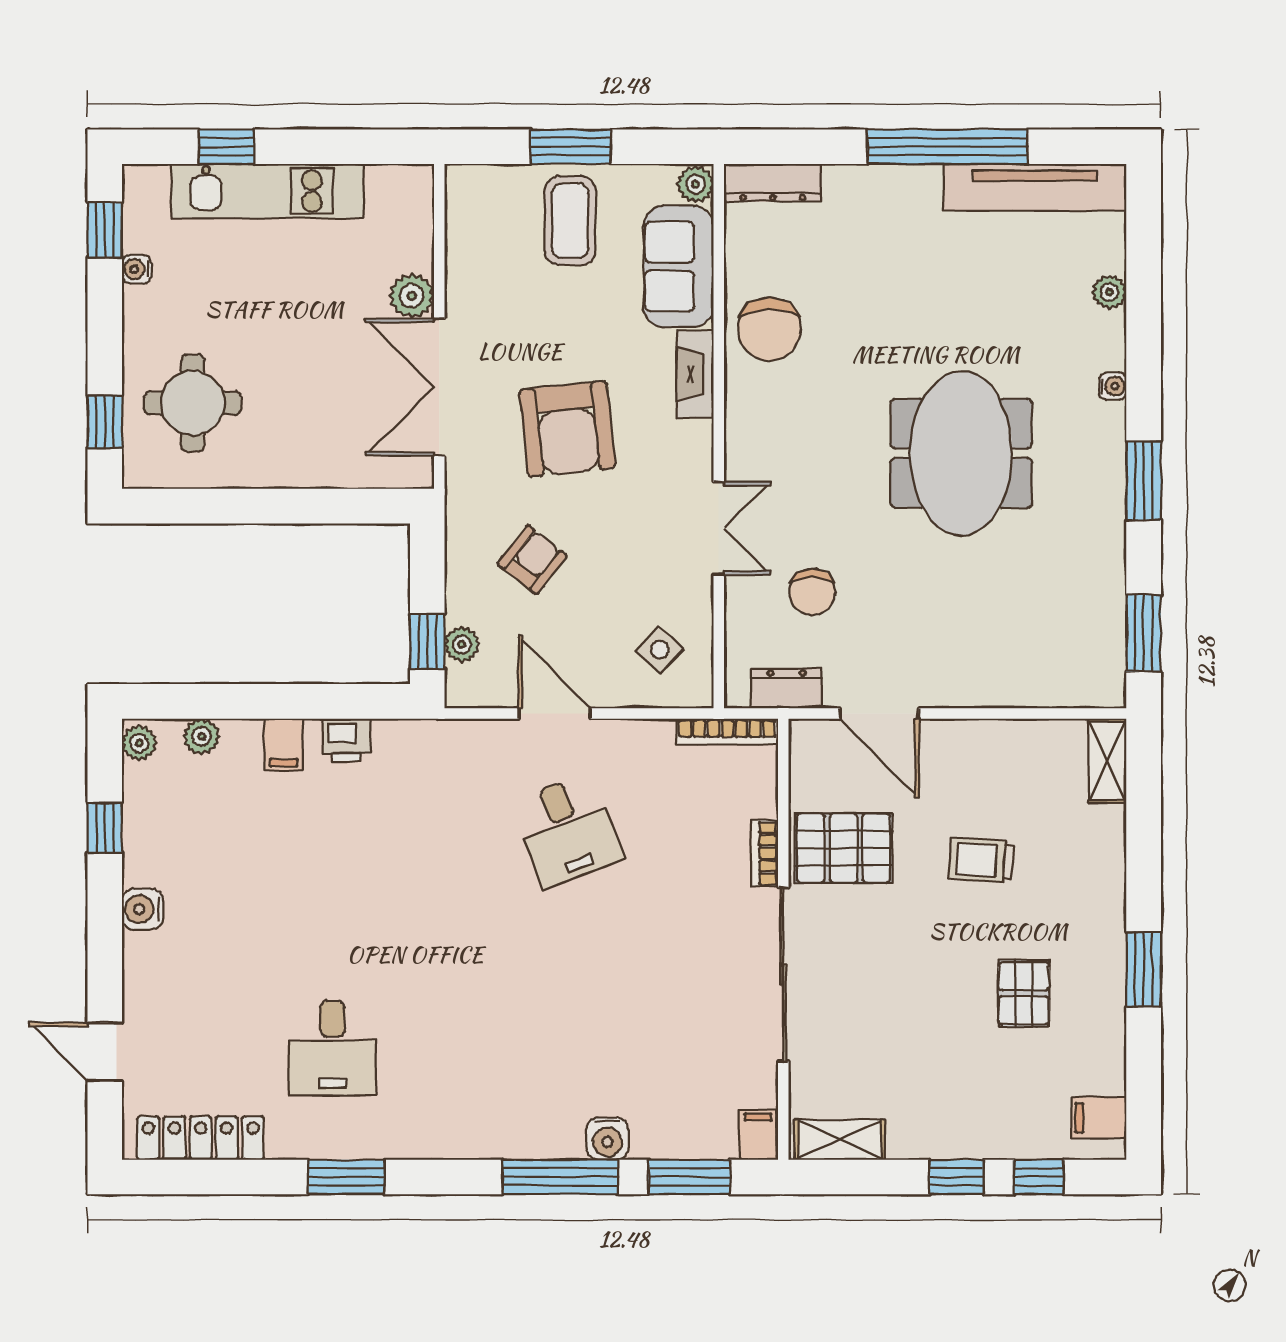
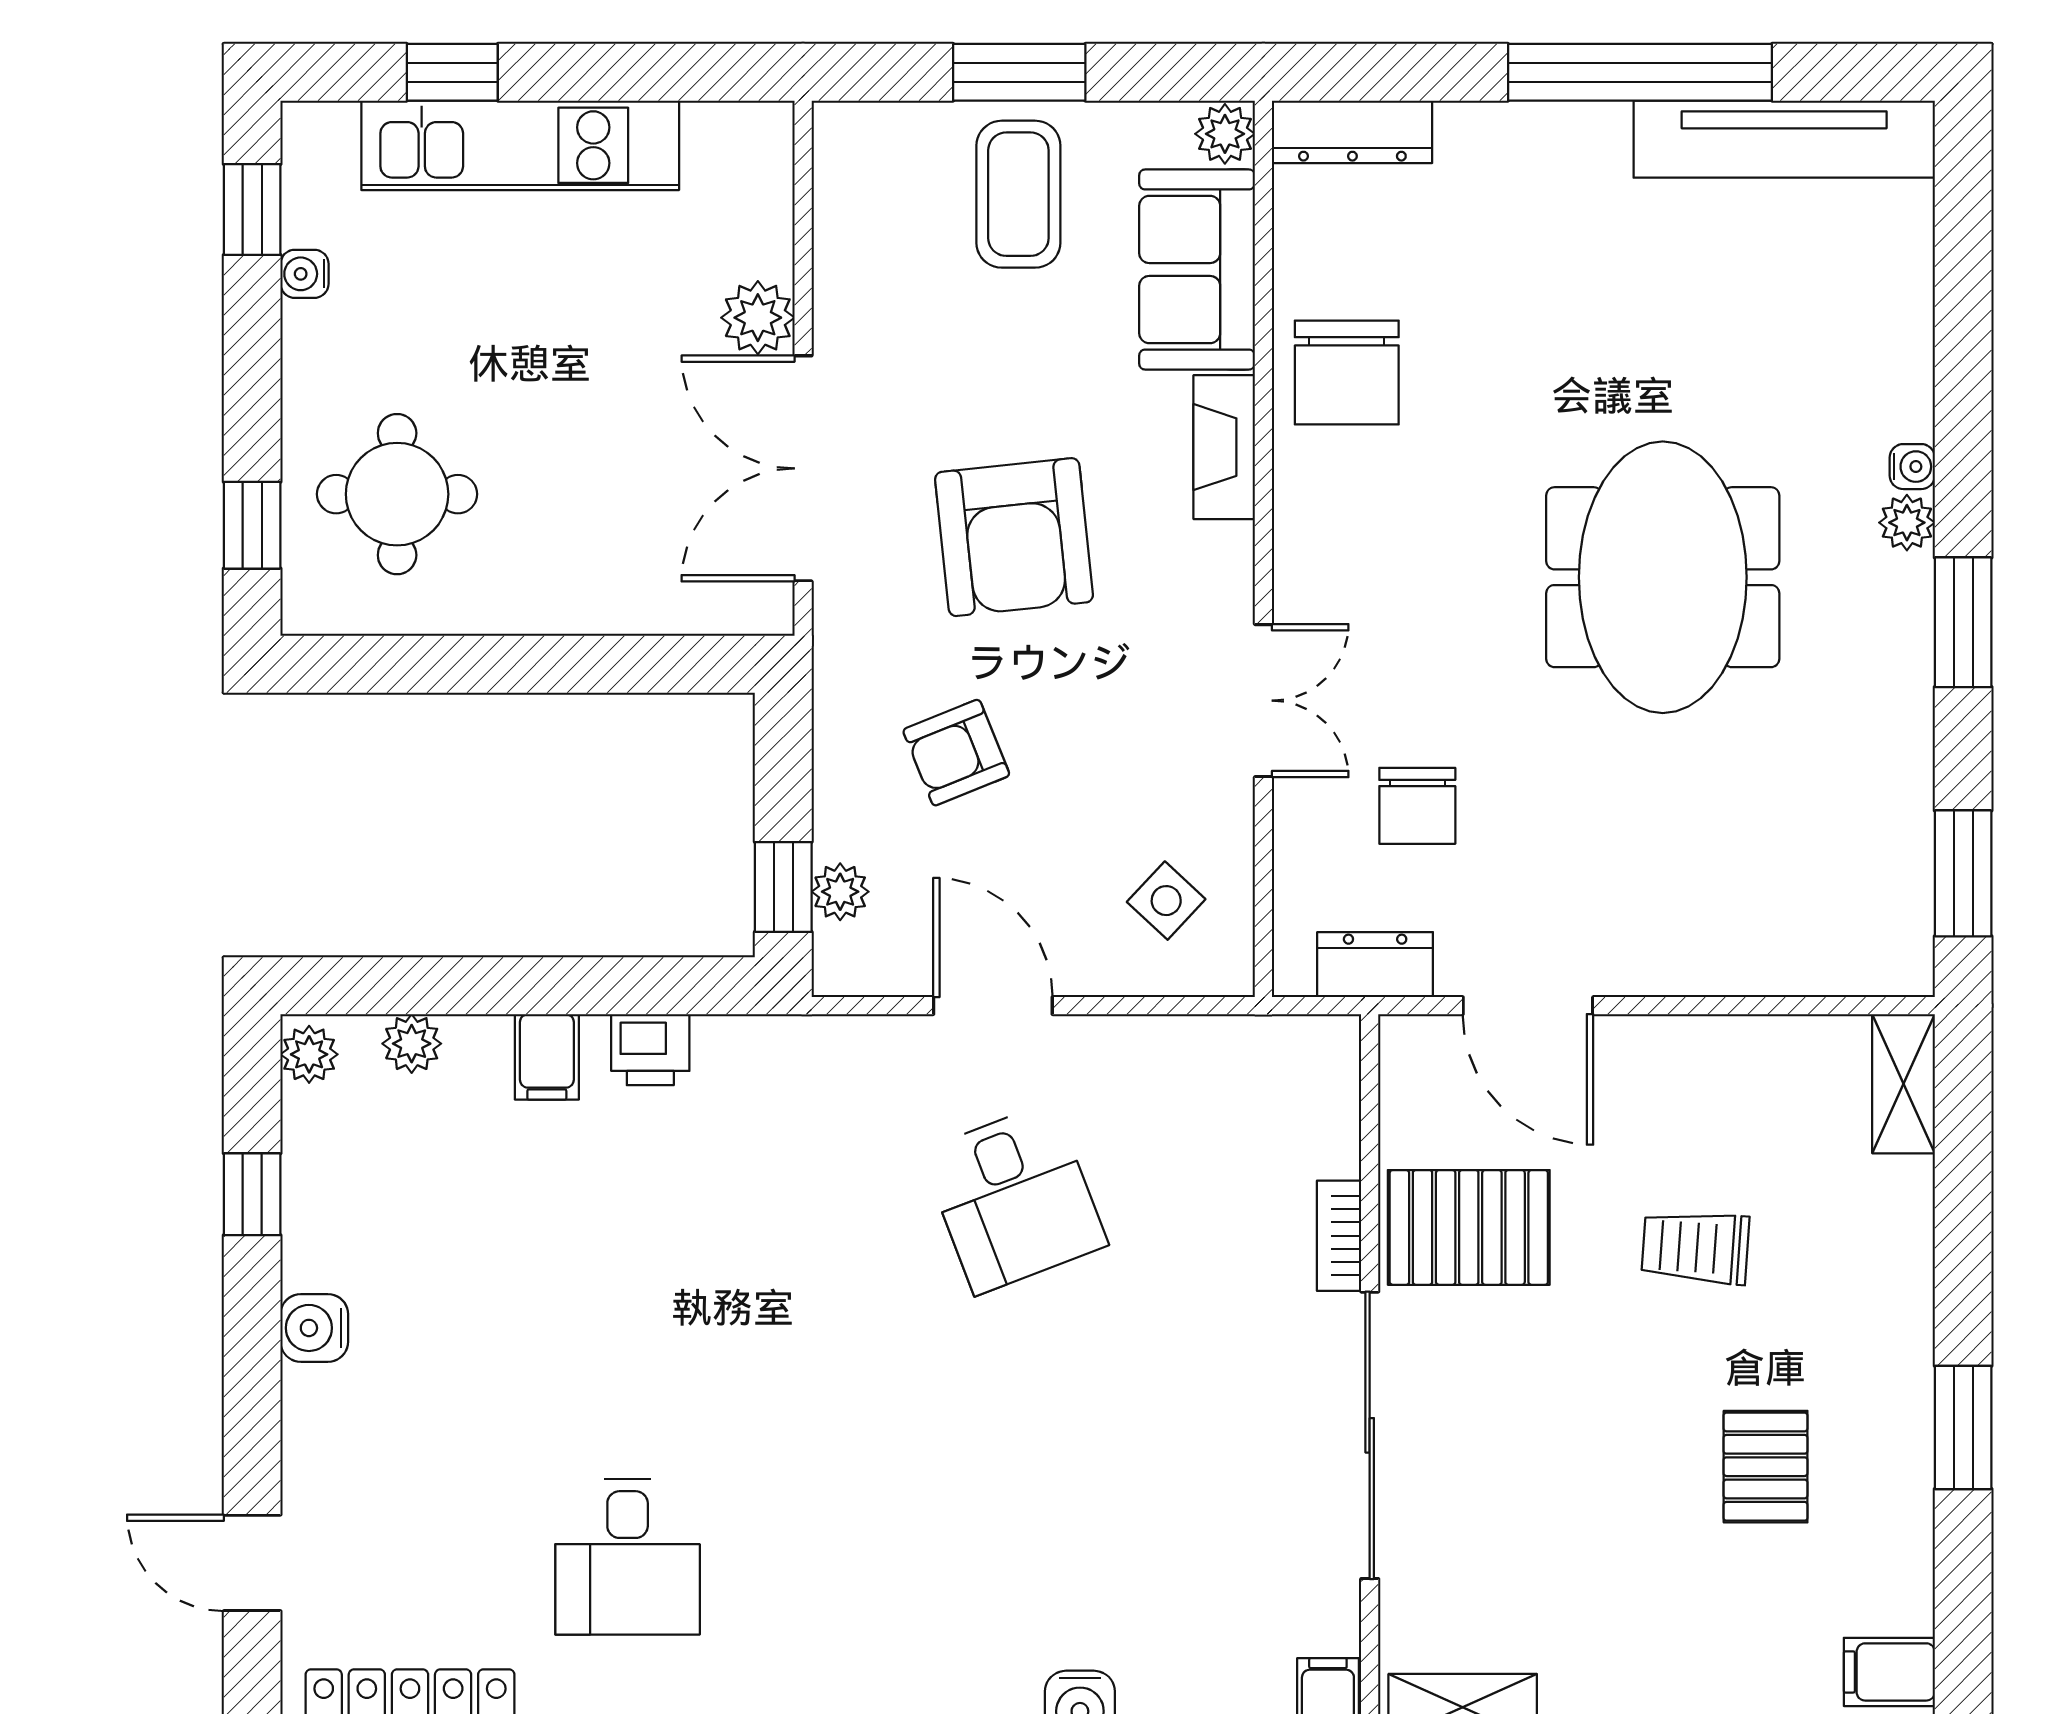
plant: (1109, 292) -> (1907, 523), moved
armchair: (532, 560) -> (956, 753), turned -150
bookcase: (727, 732) -> (1277, 1036), removed

